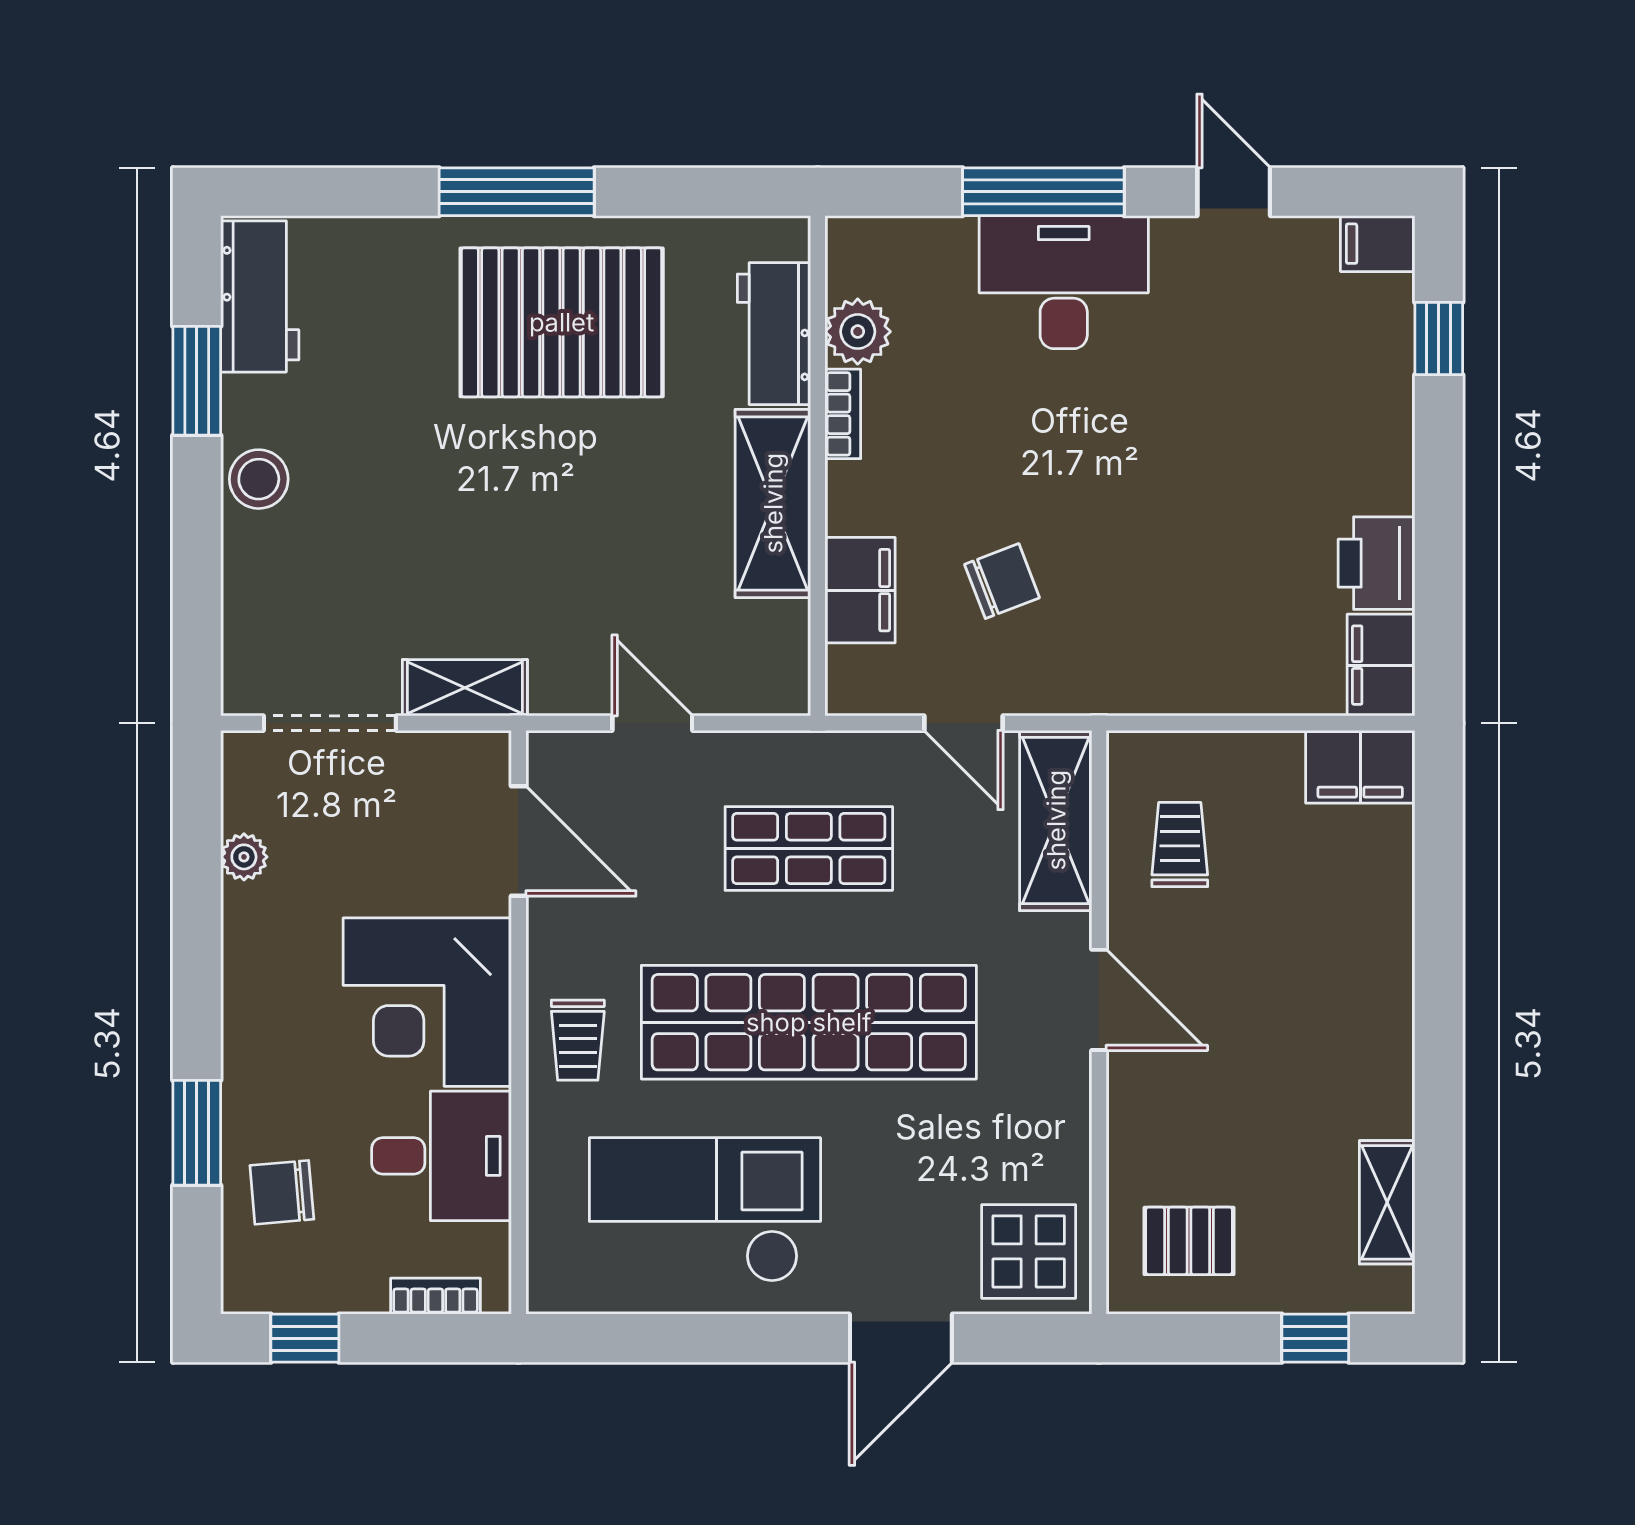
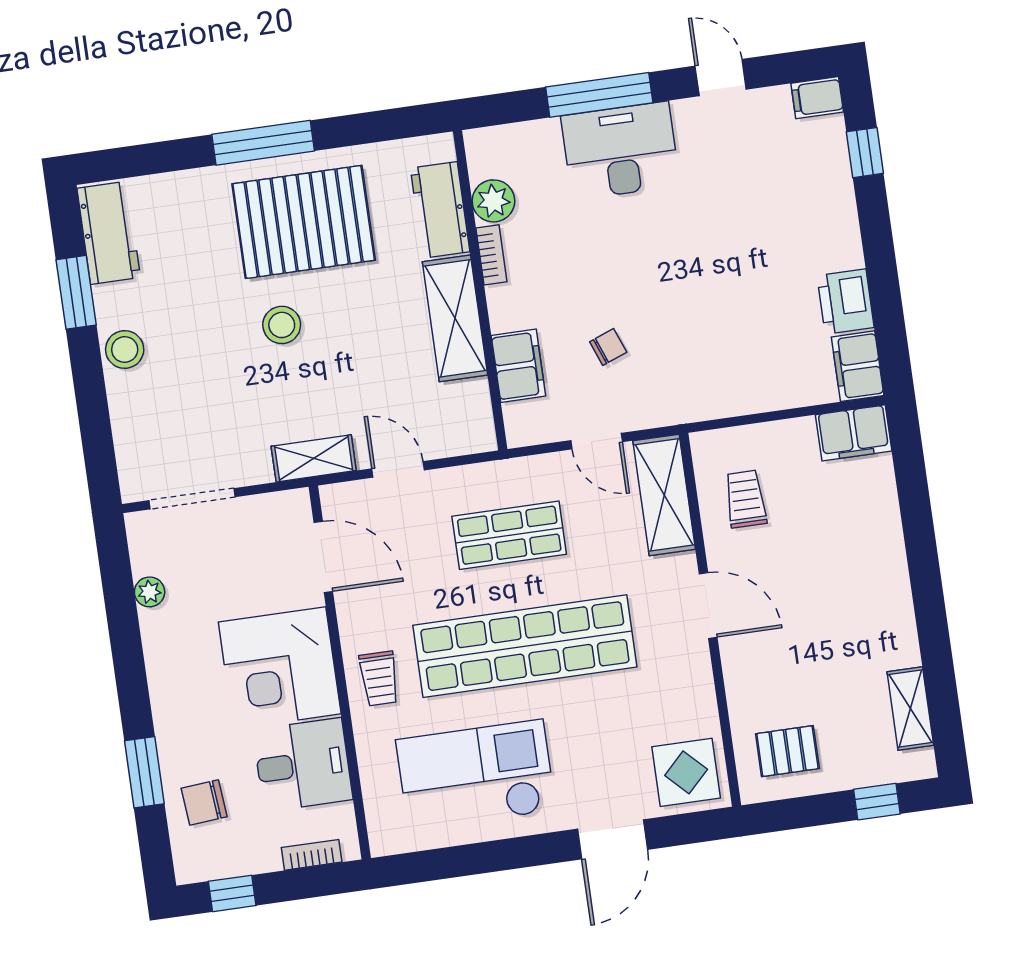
stool: (505, 476) -> (282, 325), added
chair: (1002, 581) -> (608, 347), width x0.73, depth x0.73
shelving: (465, 688) -> (314, 458), moved

